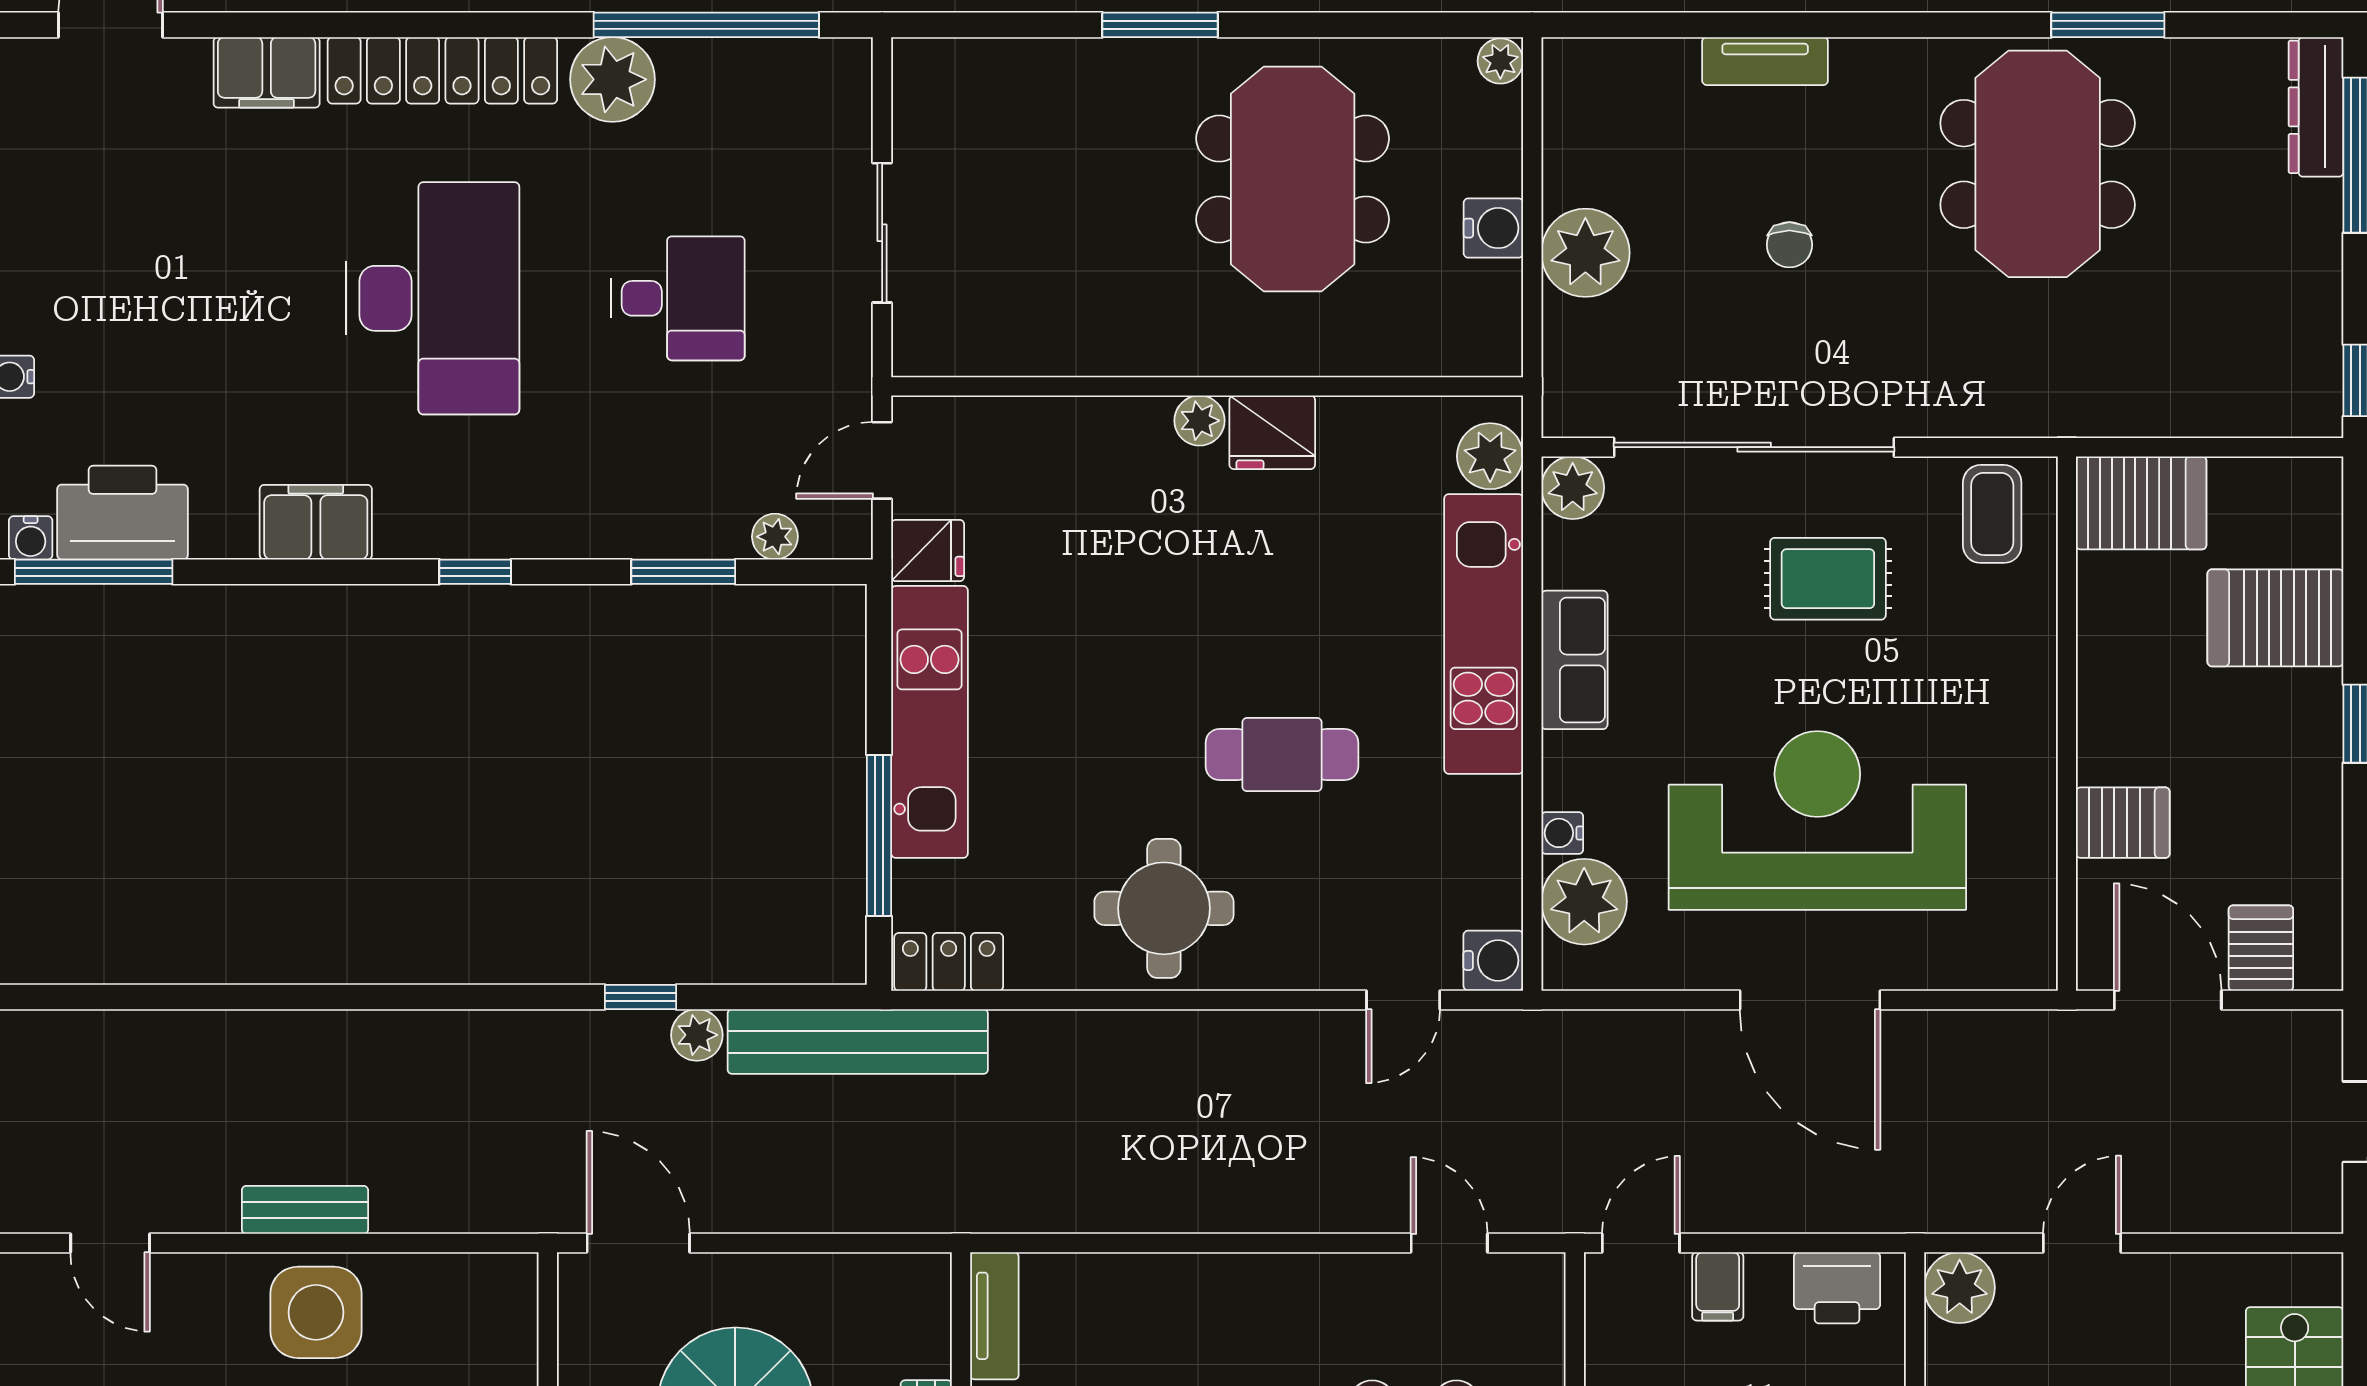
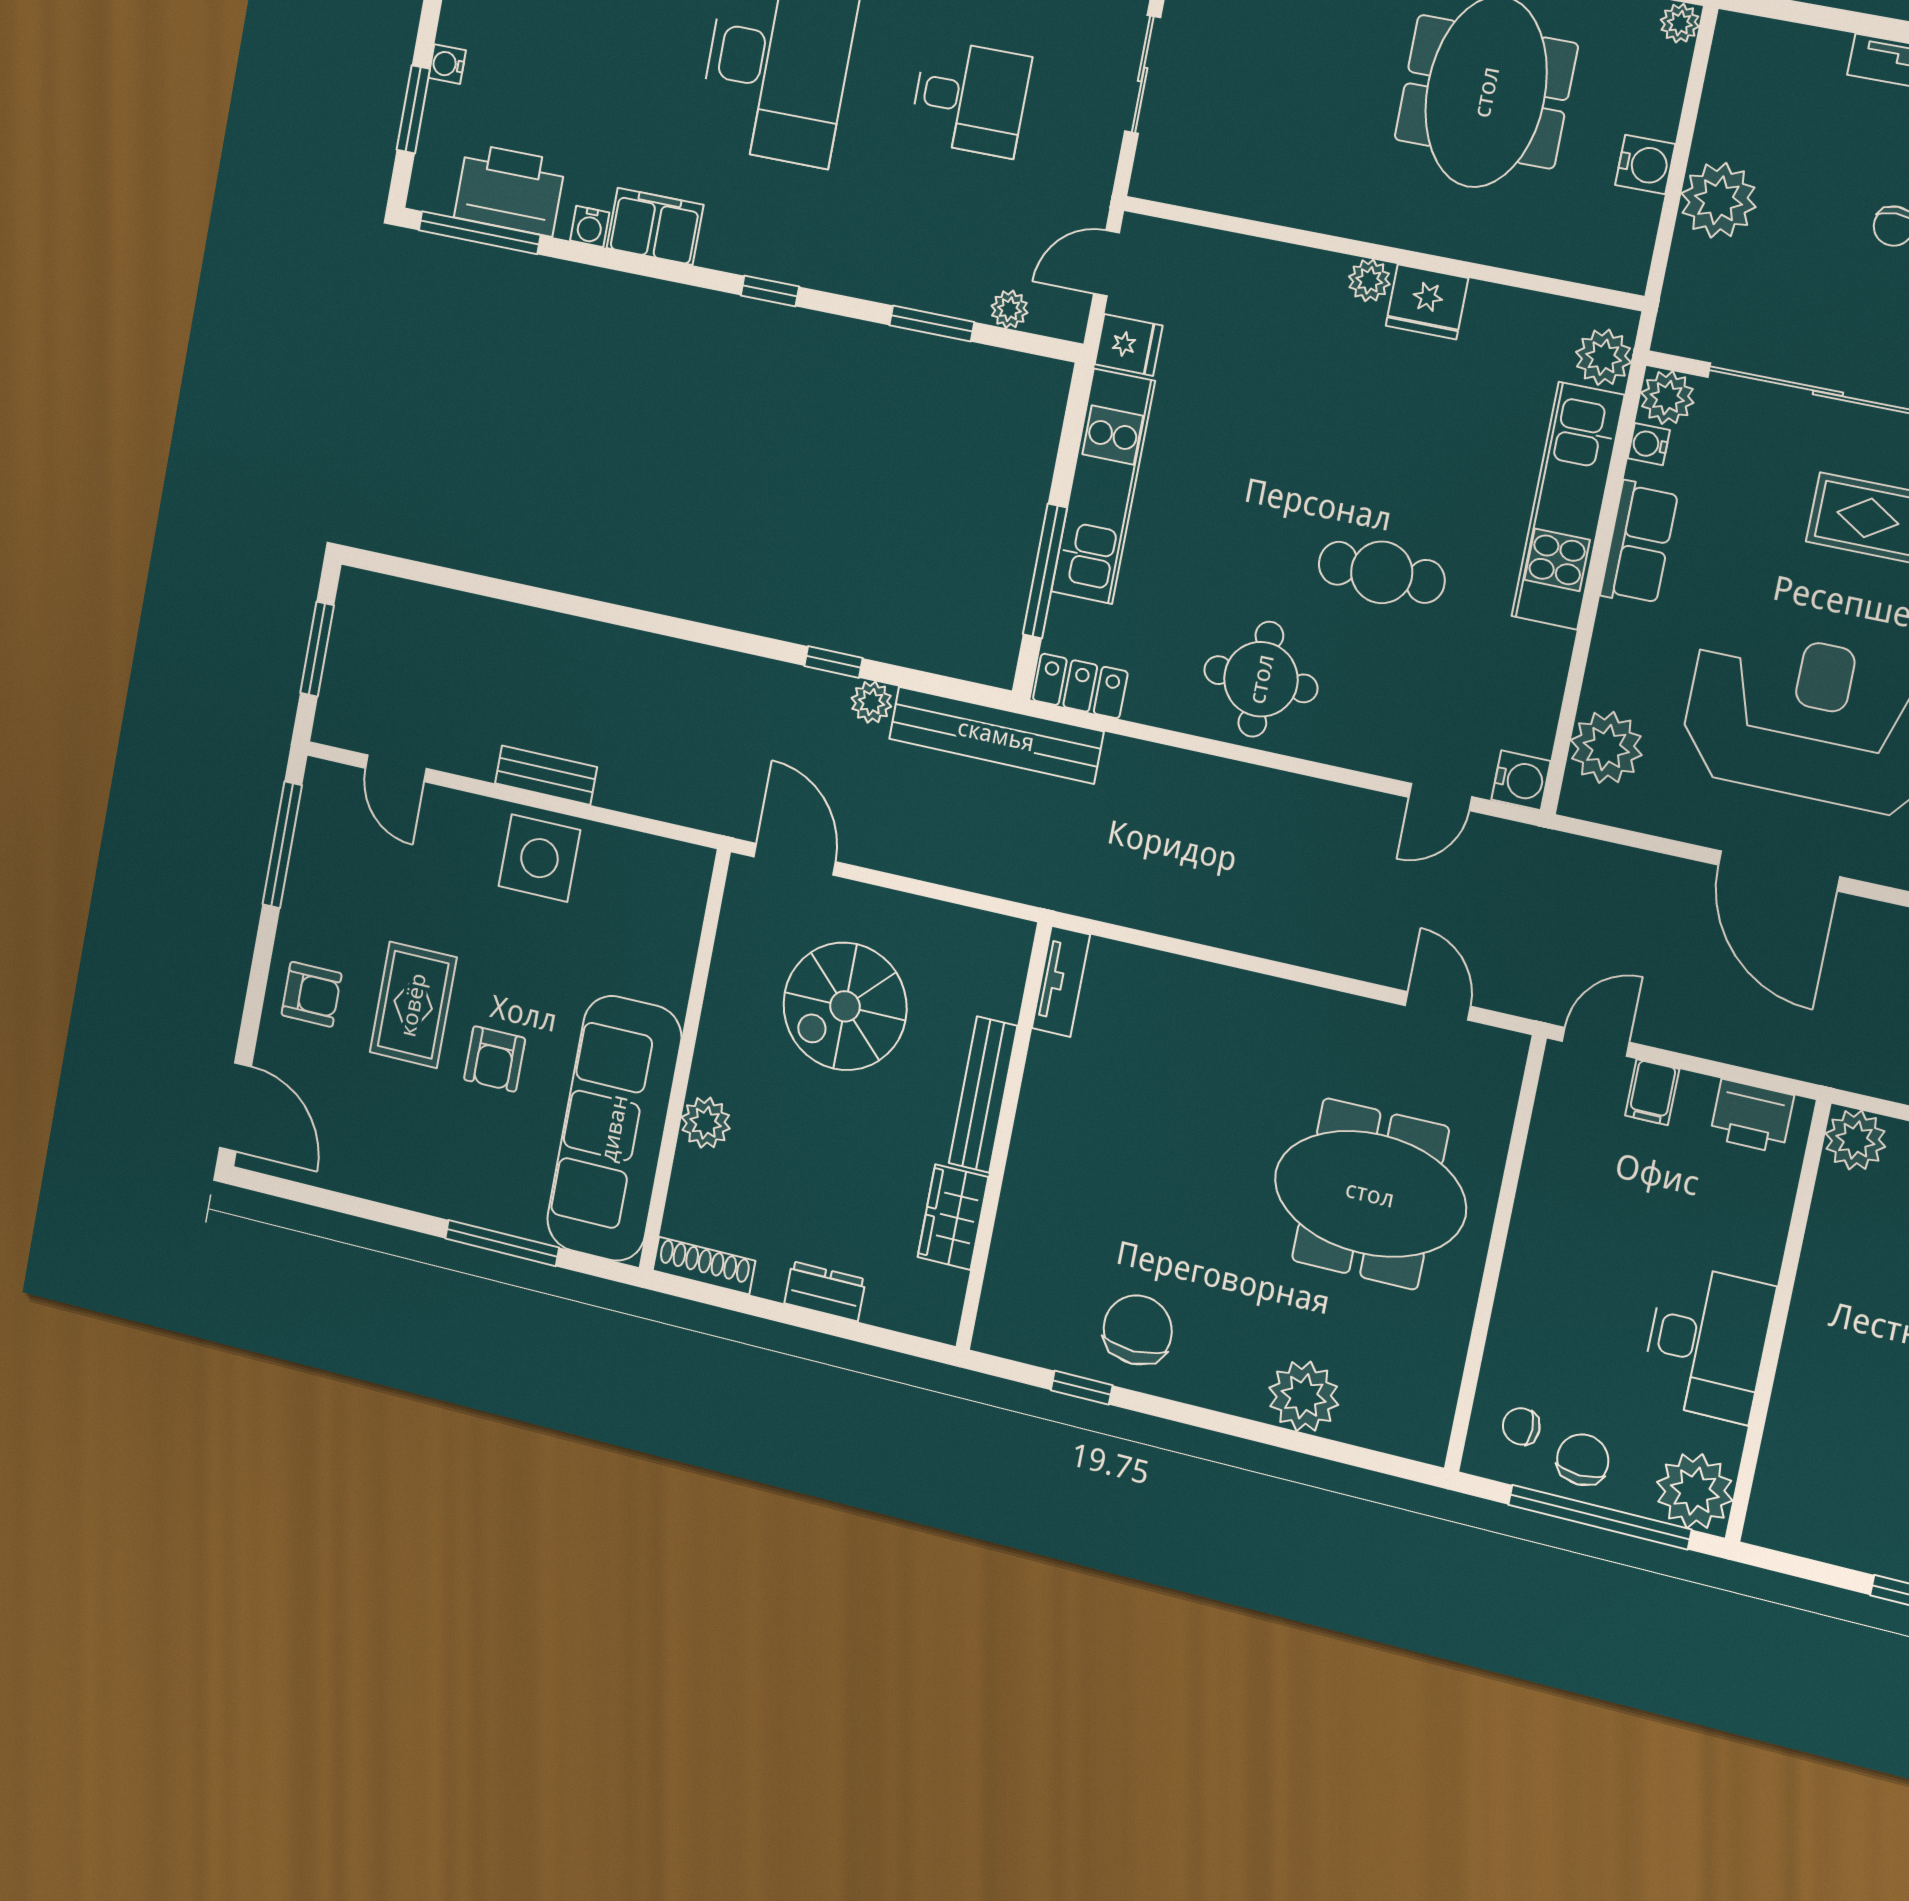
water cooler: (31, 538) -> (590, 226), moved
water cooler: (1562, 833) -> (1649, 444), moved

